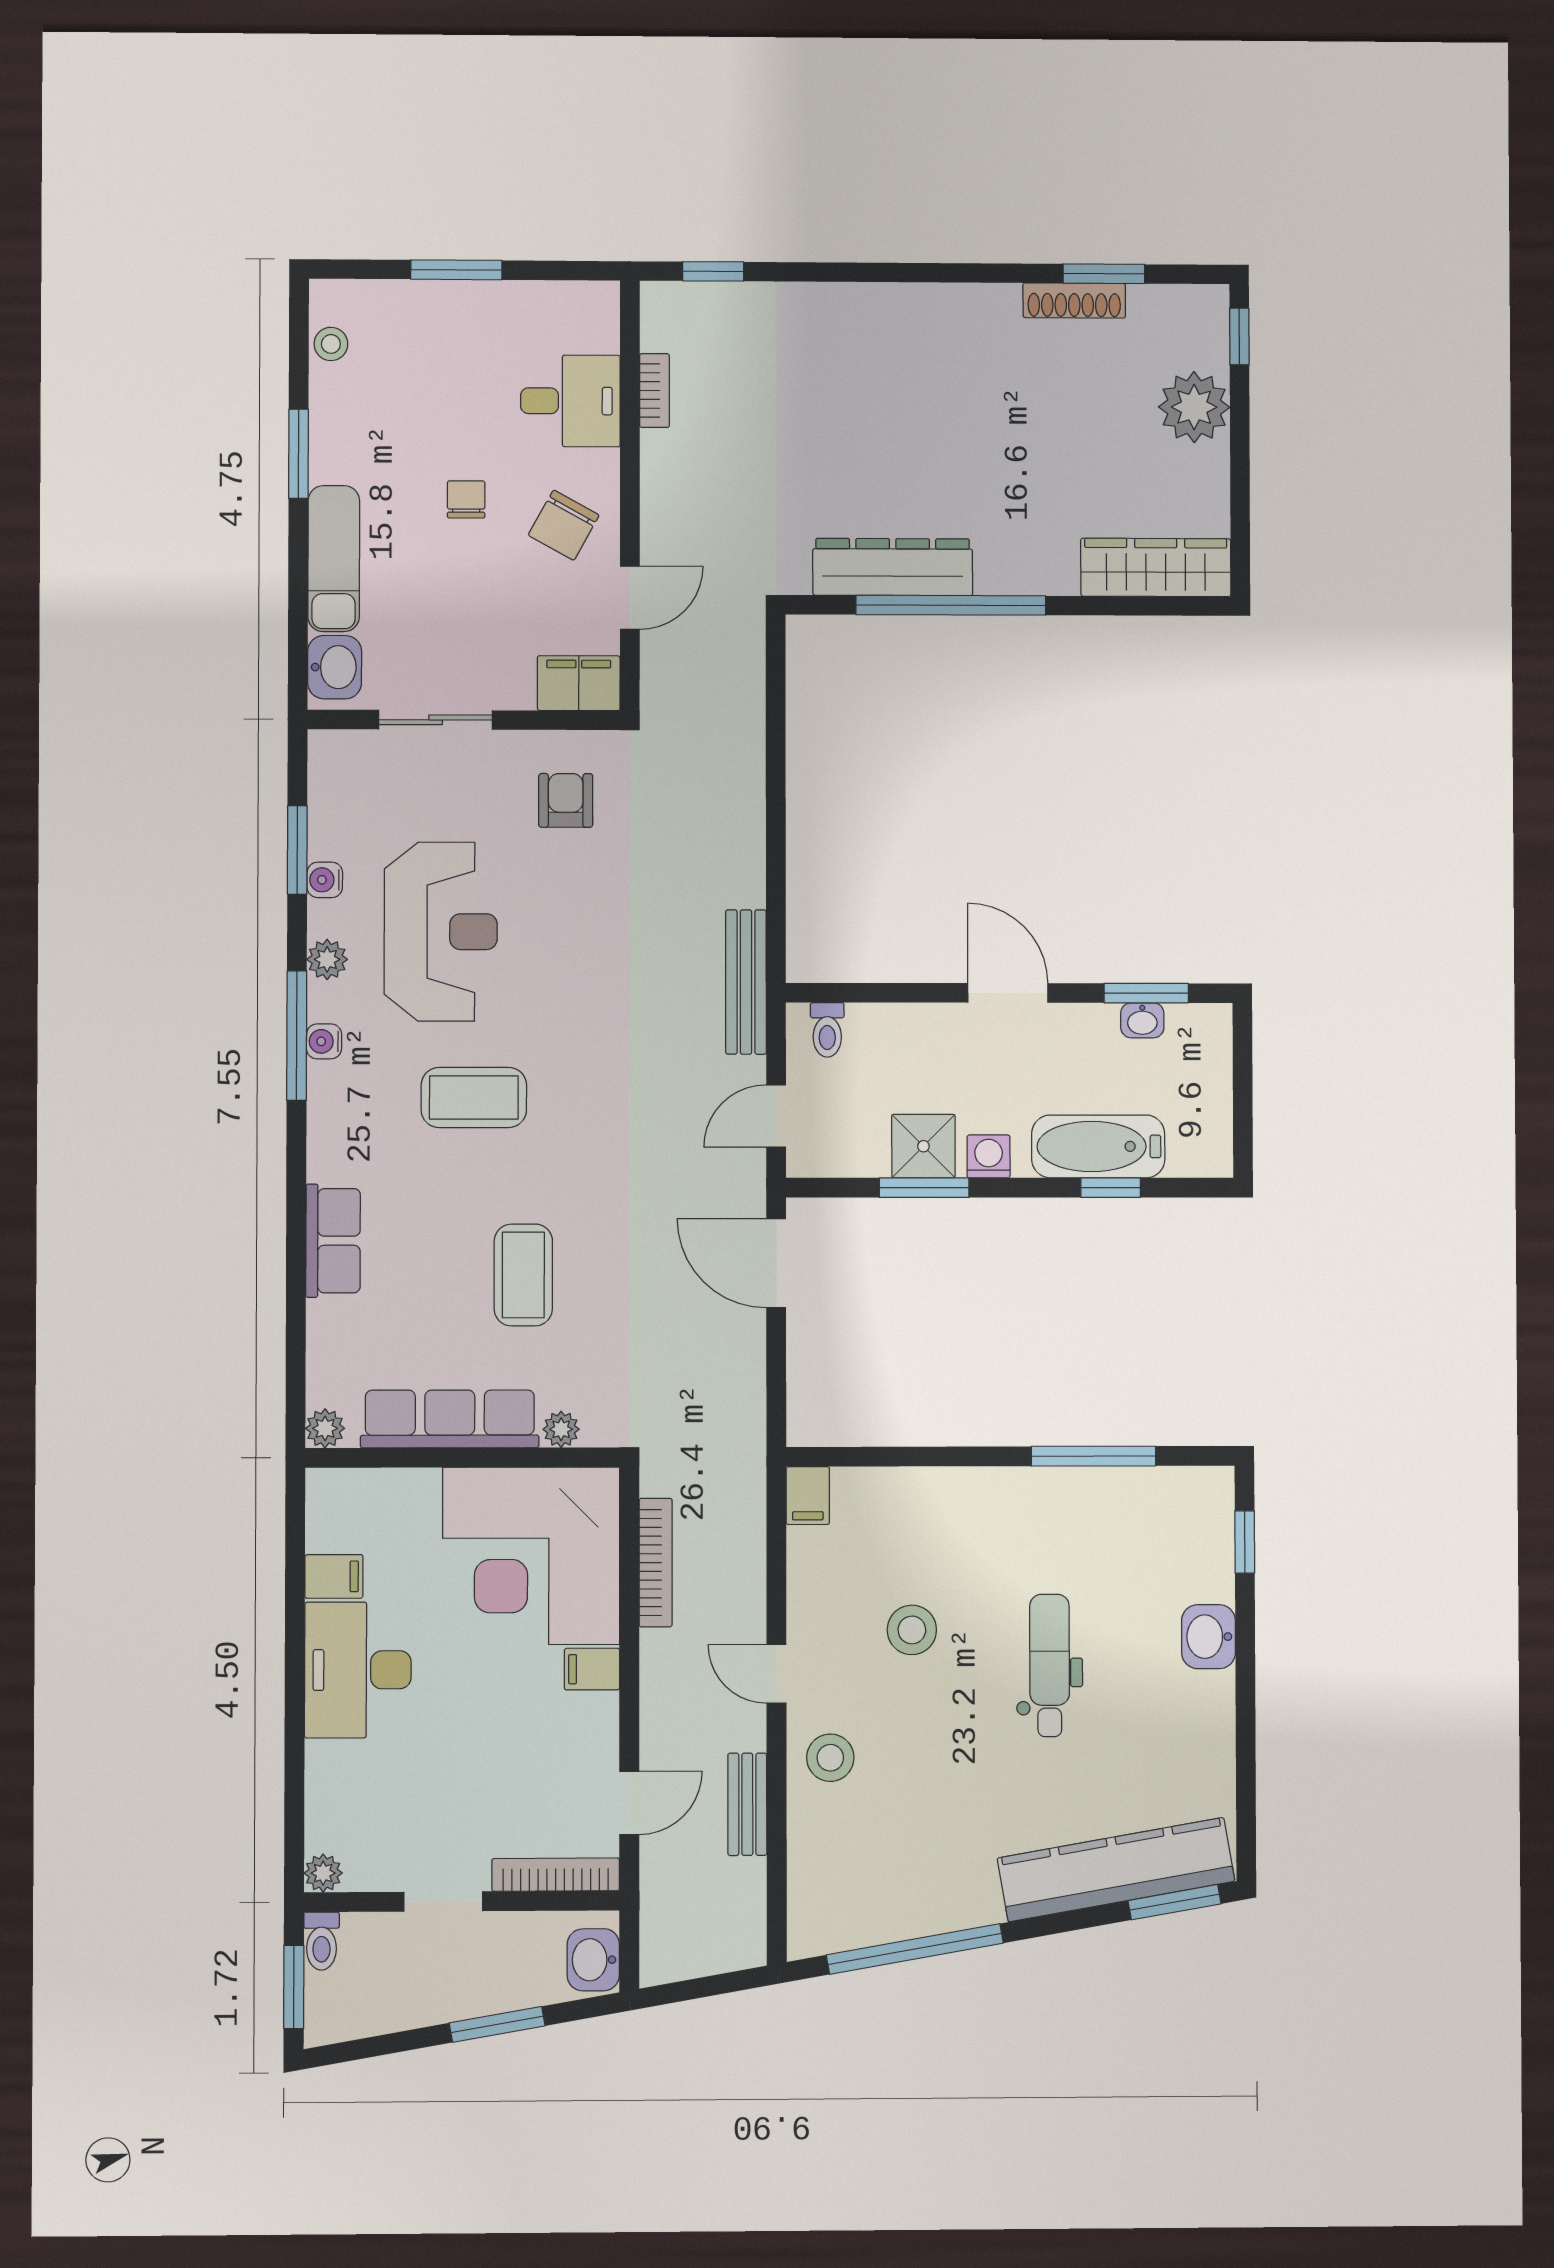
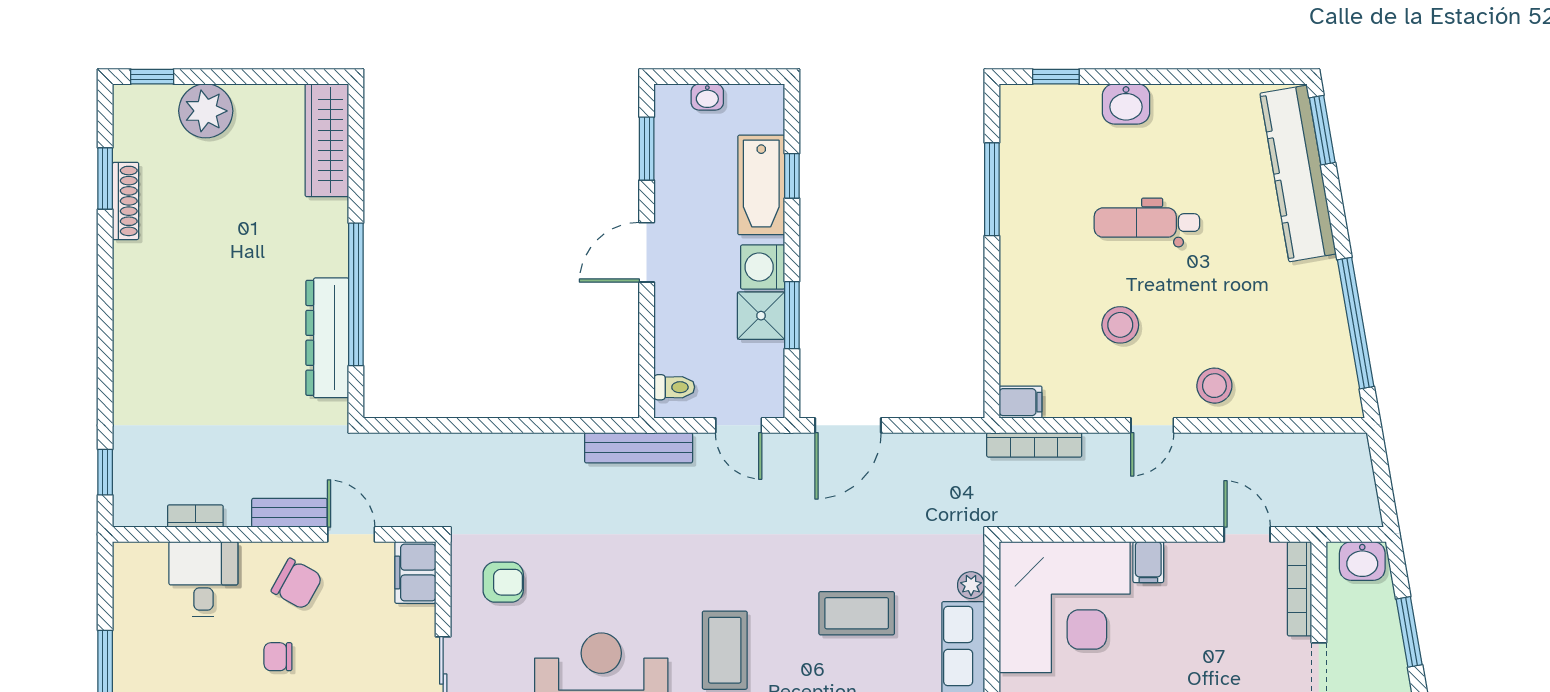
armchair: (566, 800) -> (503, 582), turned 180
washbasin: (1142, 1020) -> (707, 97), moved, turned 90
washing machine: (989, 1156) -> (763, 267), width x1.38, depth x1.38
bookcase: (656, 1563) -> (1034, 445), moved, turned 180
bench: (747, 1804) -> (289, 513), moved

